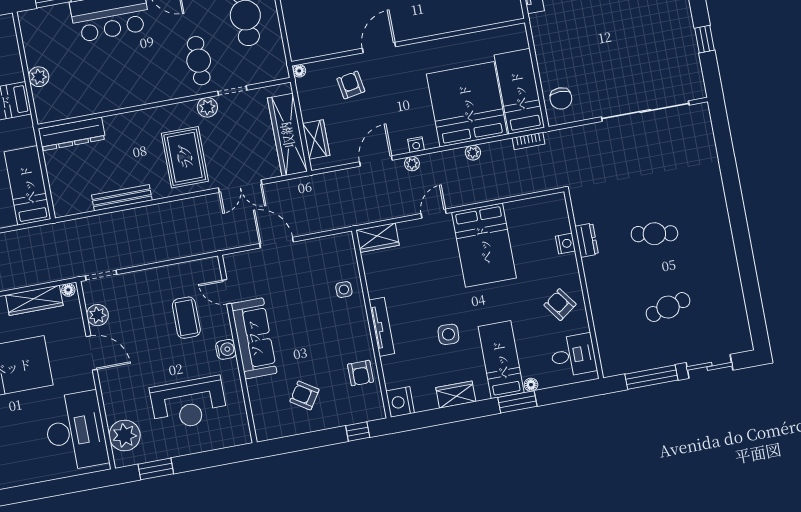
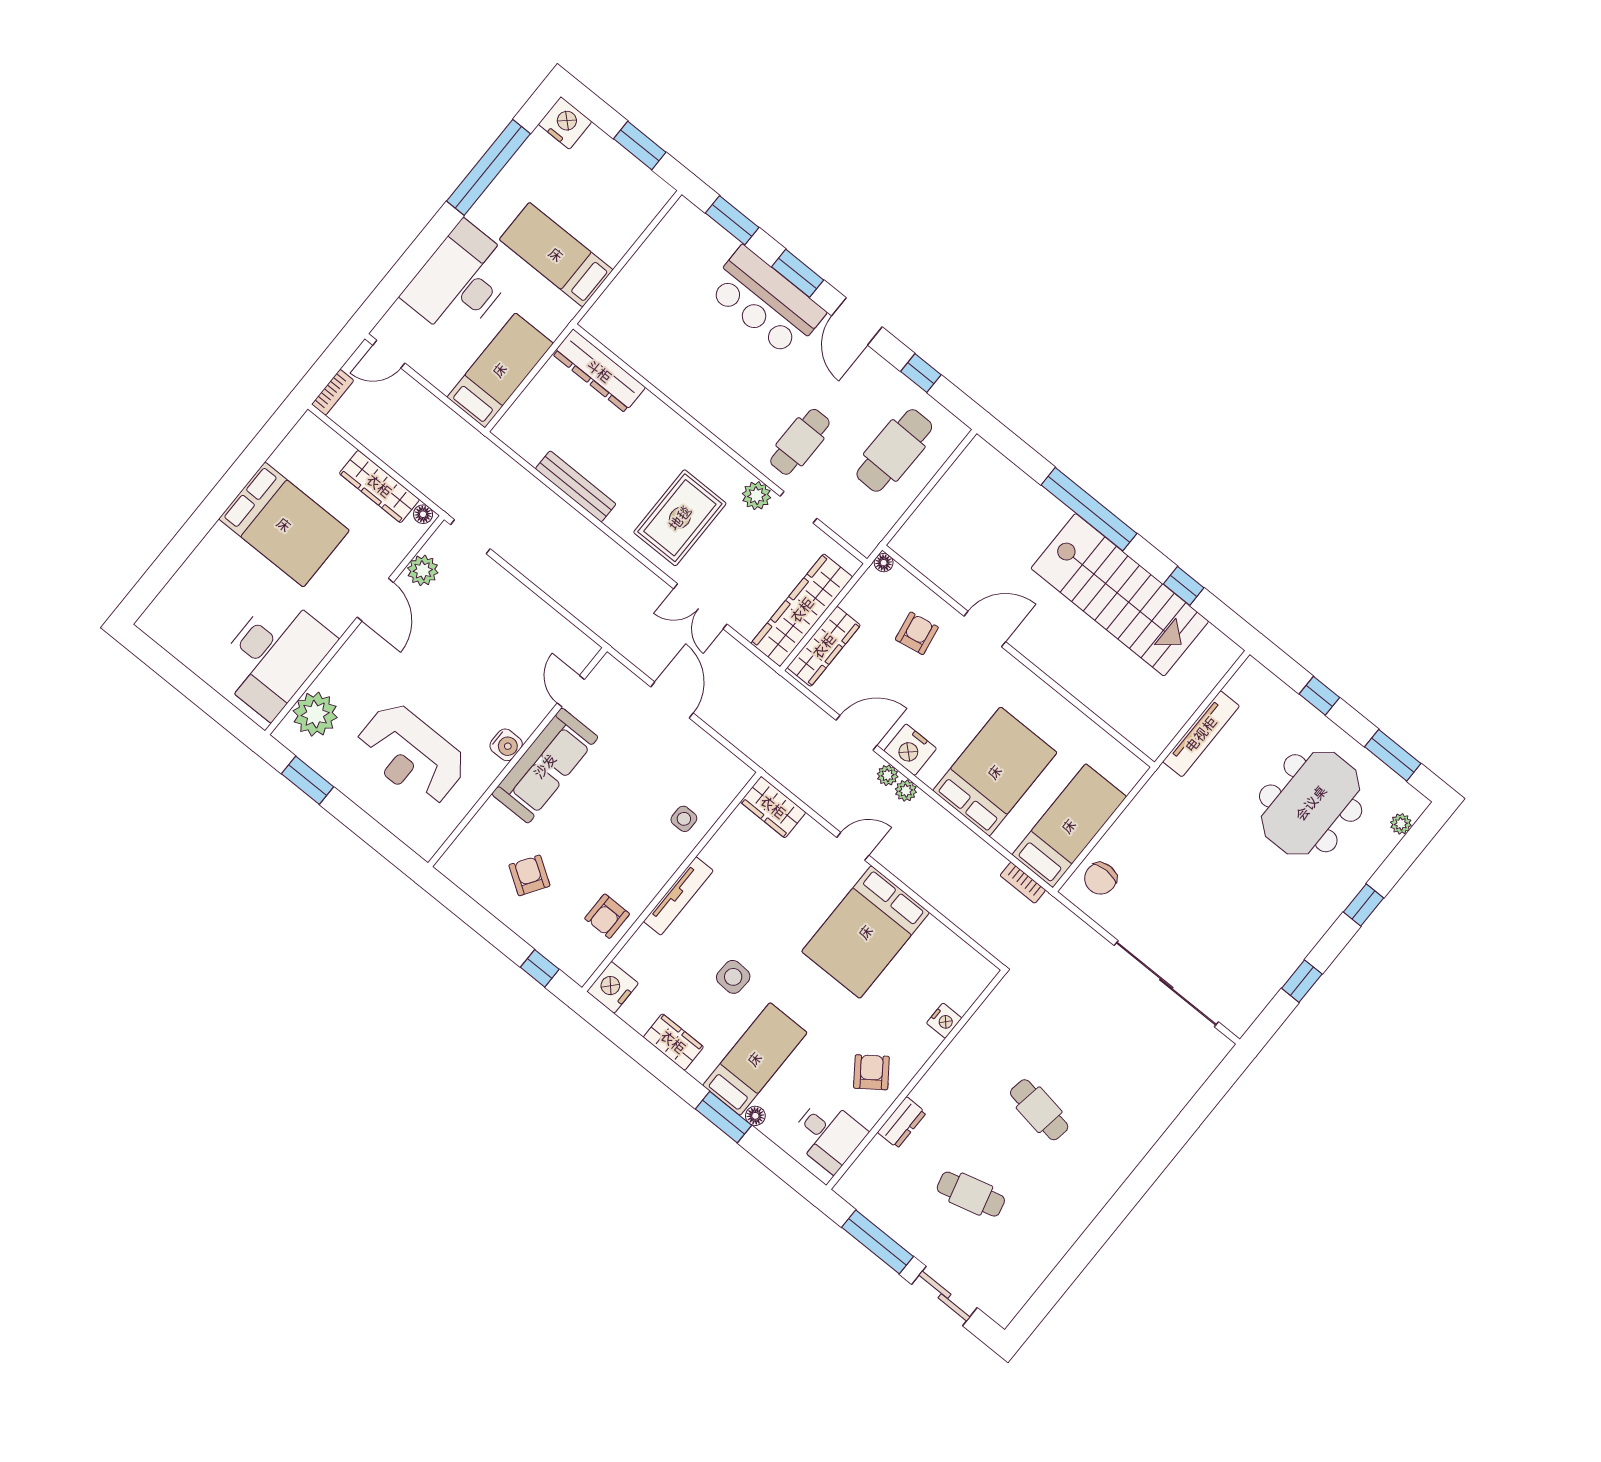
plant: (39, 77) -> (631, 280), removed
bed: (467, 104) -> (995, 772), width x0.73
wardrobe: (316, 139) -> (824, 646), width x1.50
nightstand: (416, 145) -> (910, 750), width x1.89, depth x1.79
plant: (473, 153) -> (906, 791), moved
dresser: (587, 240) -> (902, 1122), moved
coffee table: (186, 318) -> (504, 671), removed

